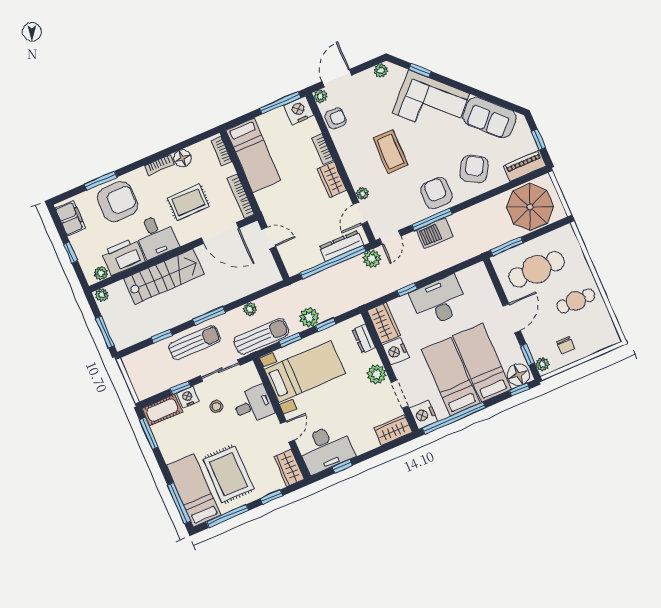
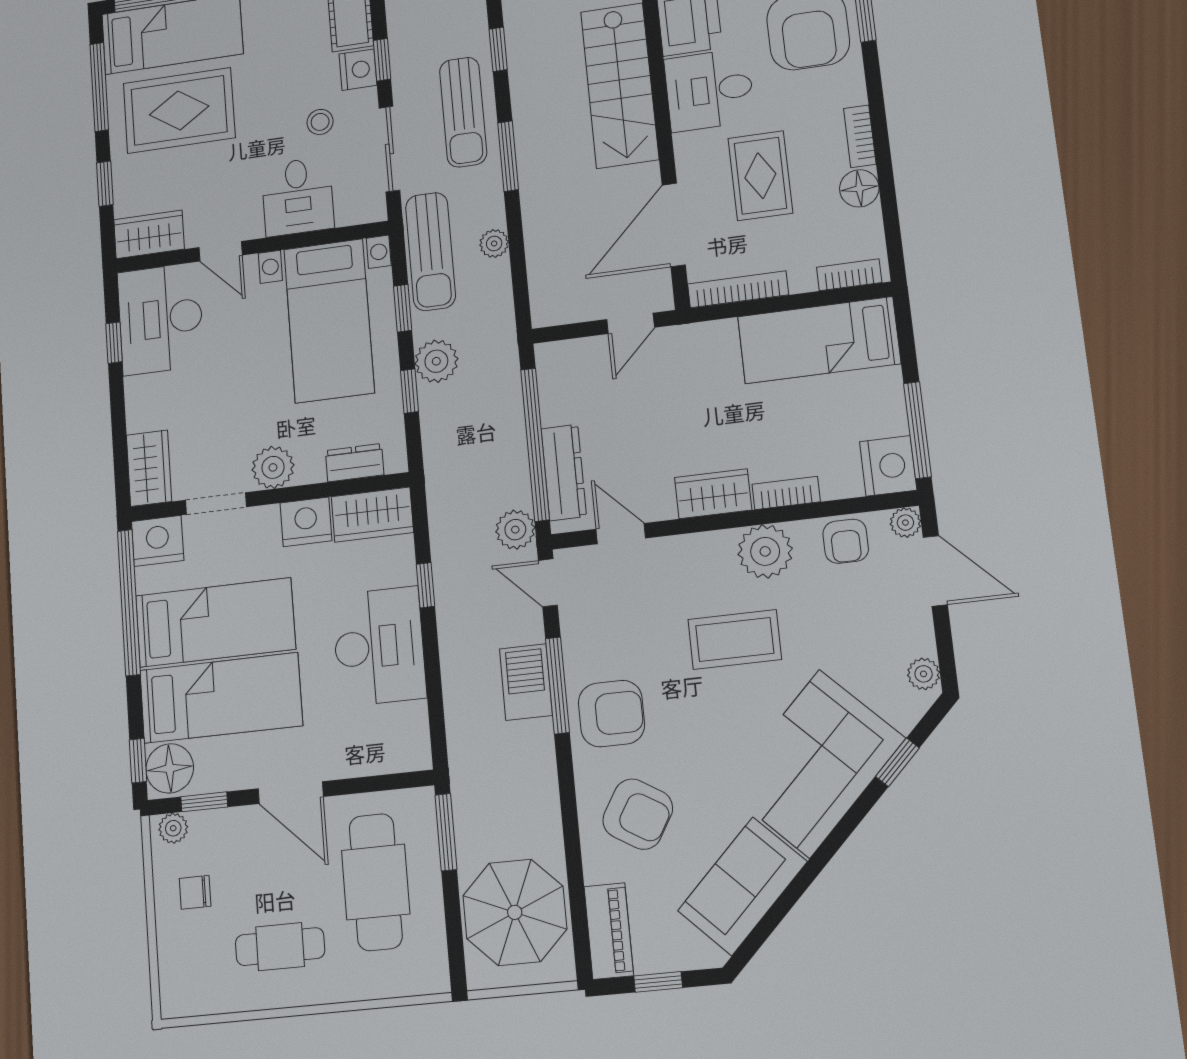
plant: (362, 194) -> (765, 551), moved, width x1.87, depth x1.87
cafe table: (576, 301) -> (280, 947), turned 90

